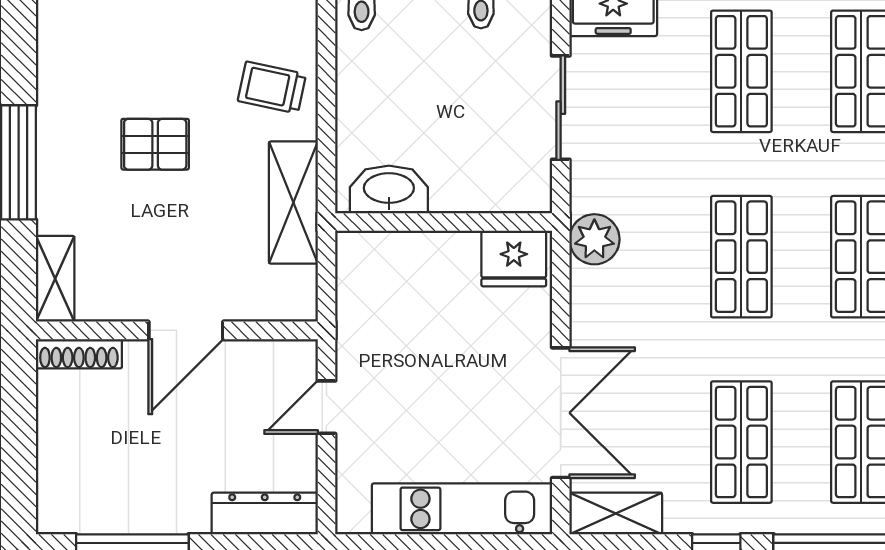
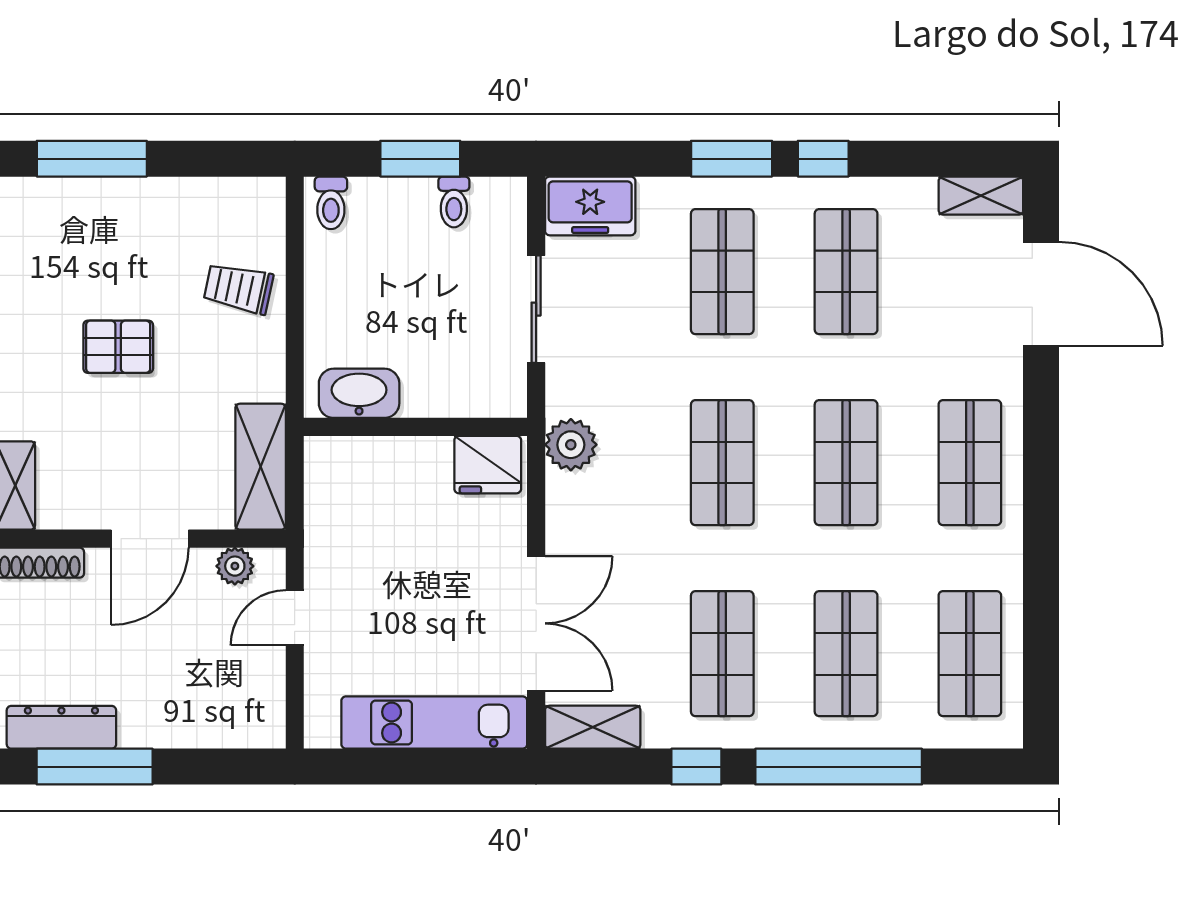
shelving: (293, 203) -> (261, 467), moved
plant: (268, 357) -> (235, 566), added
dresser: (265, 513) -> (61, 727), moved

